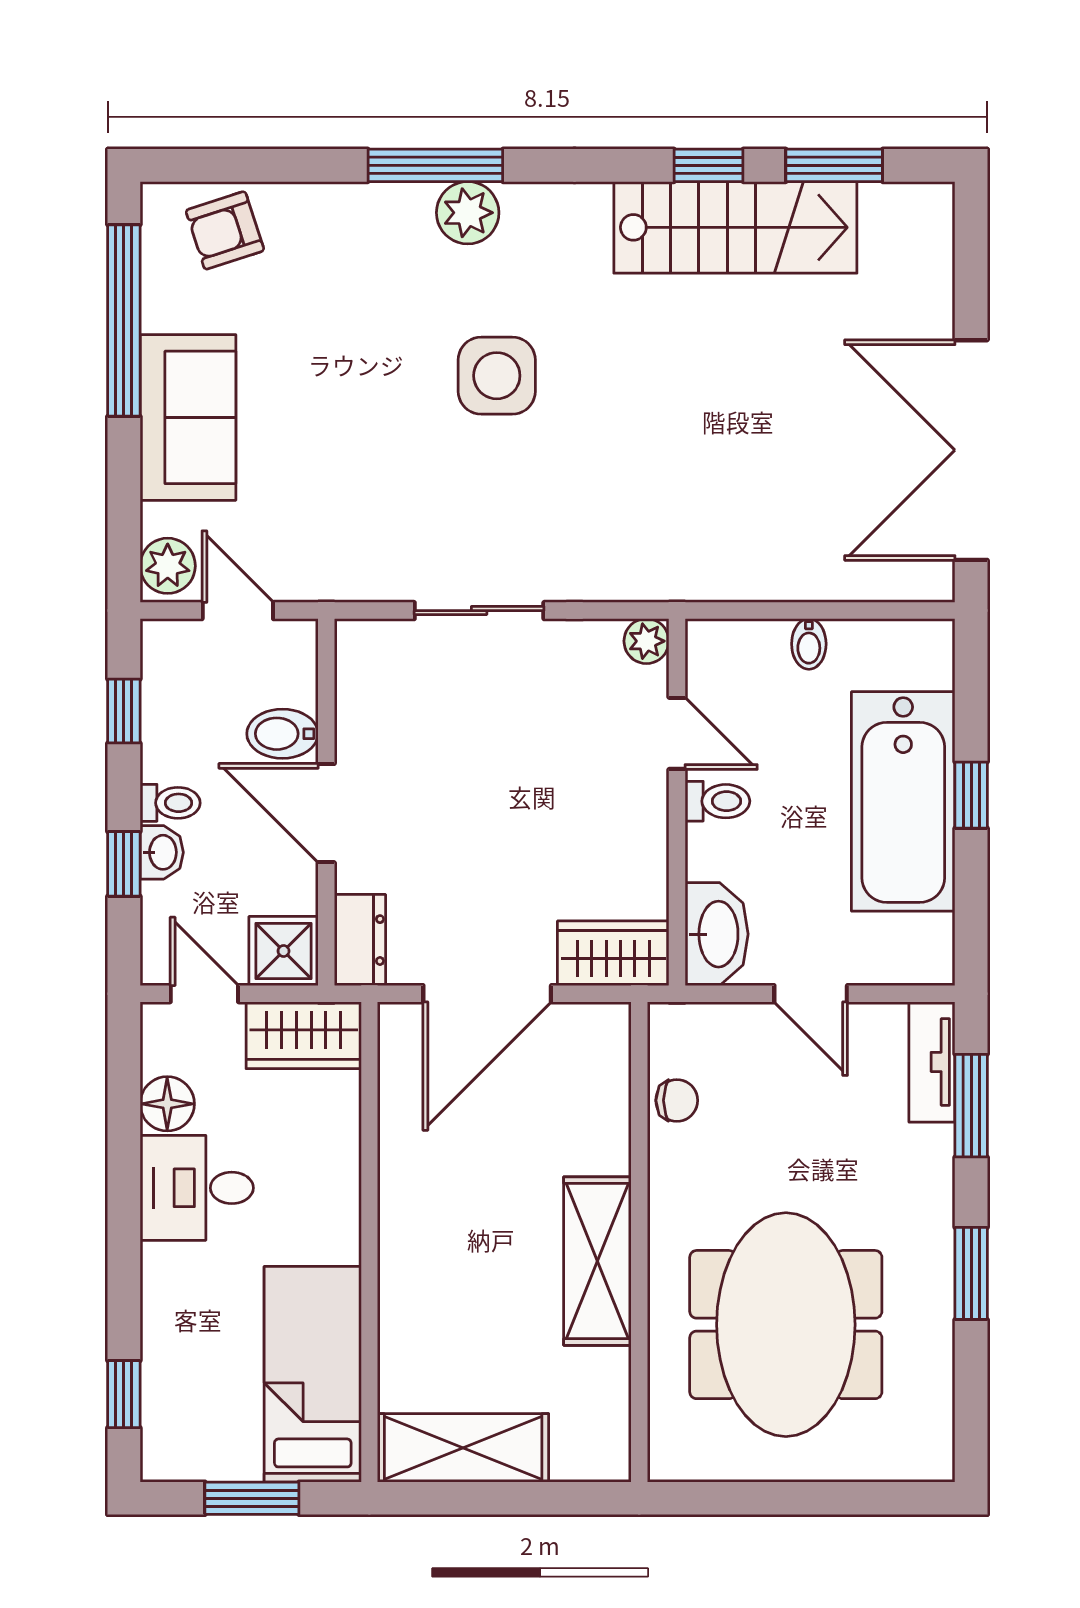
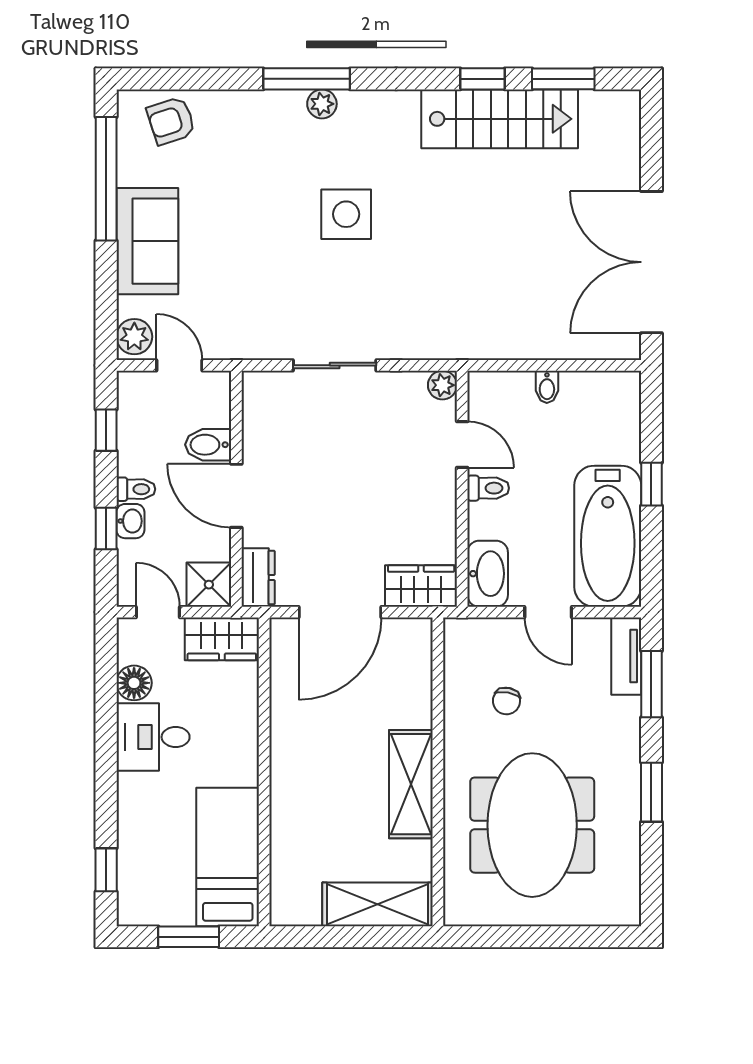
plant: (468, 213) -> (322, 104), width x0.73, depth x0.73
bathtub: (903, 801) -> (608, 536), moved
chair: (677, 1100) -> (506, 701), moved, turned 101
shelving: (463, 1448) -> (378, 904), moved

